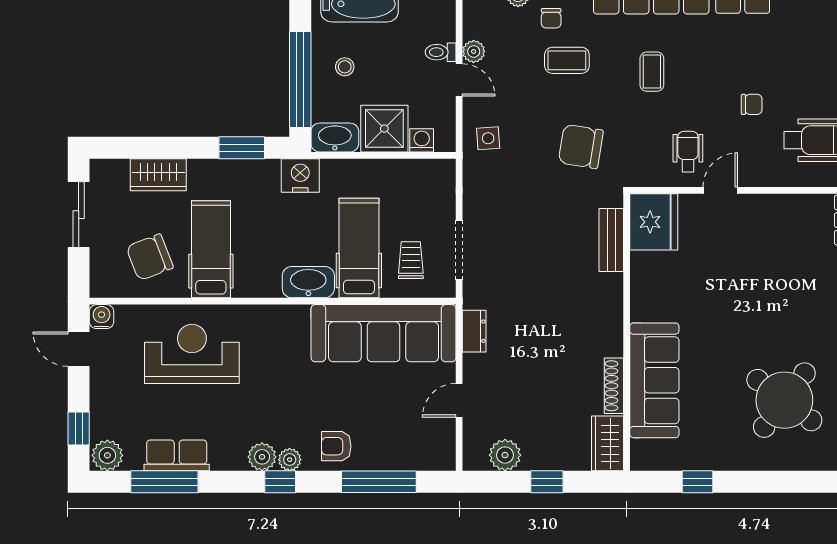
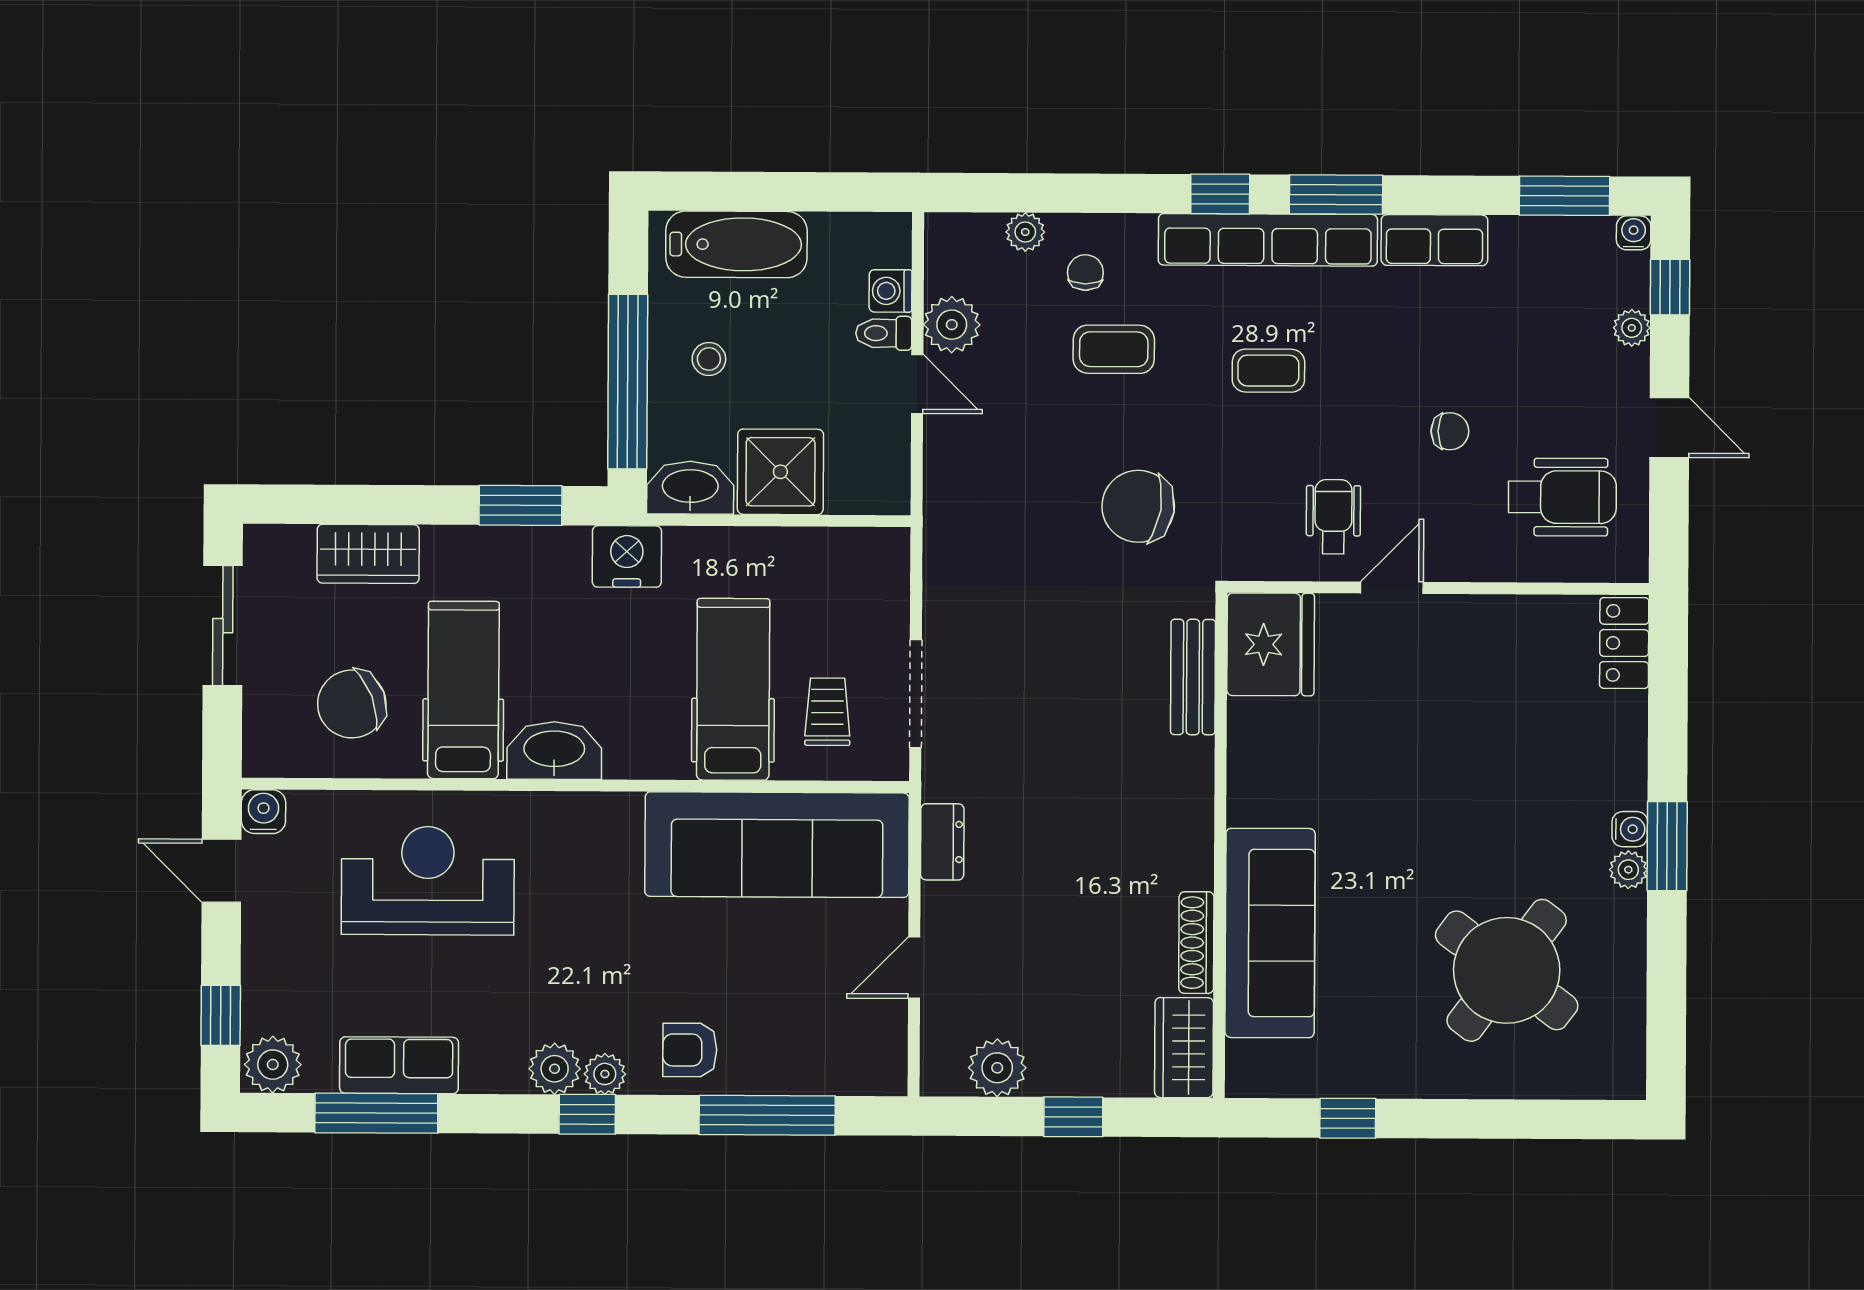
chair: (551, 18) -> (1085, 272), turned 180
plant: (474, 51) -> (952, 325), width x1.38, depth x1.38
coffee table: (652, 72) -> (1268, 371), turned 90
side table: (488, 138) -> (969, 490), removed
washing machine: (422, 140) -> (890, 291), moved, turned -90
washbasin: (308, 282) -> (554, 750), moved

